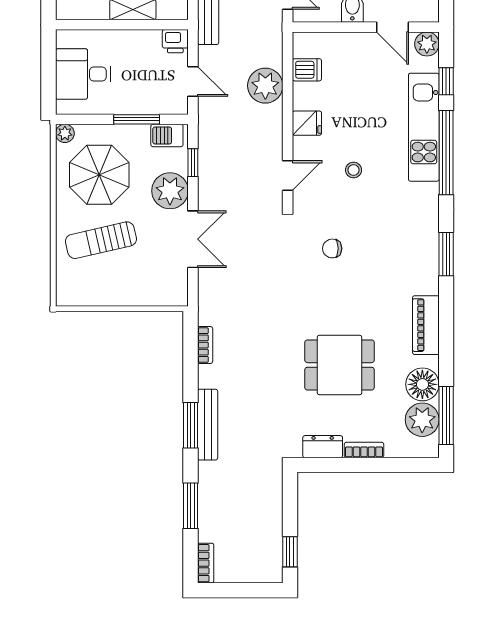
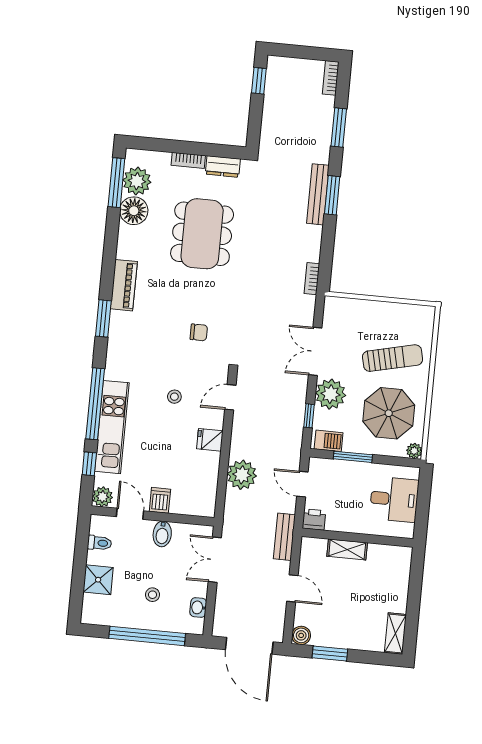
dishwasher: (307, 70) -> (160, 500), moved, turned 90
piano: (426, 325) -> (124, 285), moved
bookcase: (205, 345) -> (312, 279), moved
dining table: (339, 365) -> (202, 234), width x1.38

